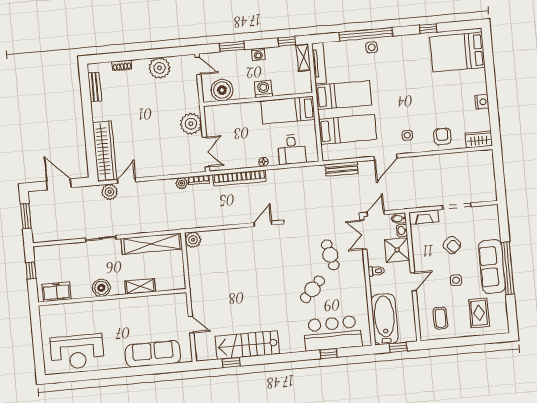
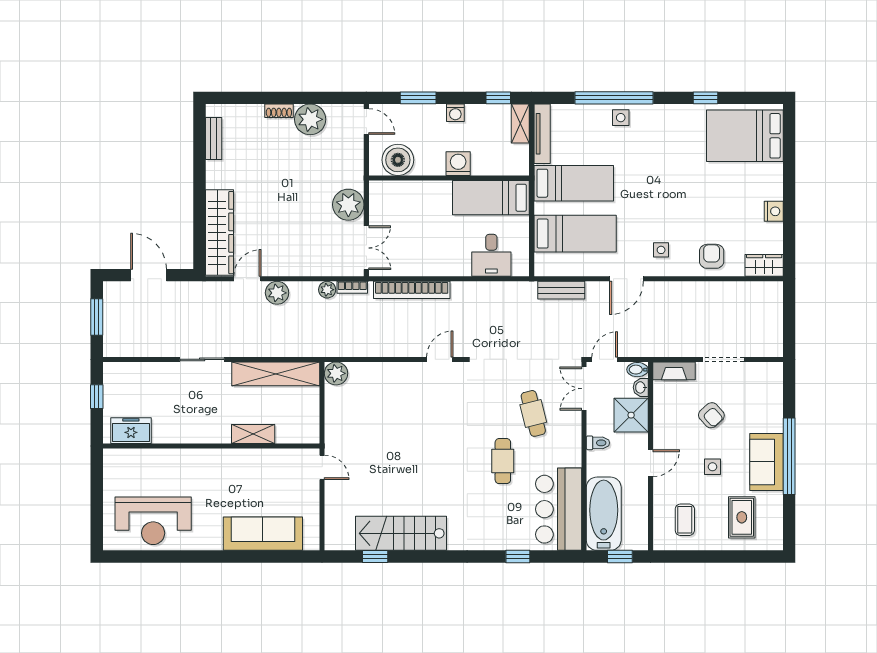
shoe rack: (122, 65) -> (279, 111), moved
floor lamp: (263, 162) -> (449, 270), removed
plant: (110, 192) -> (277, 293), moved
sofa: (492, 266) -> (766, 462), width x0.73
boiler: (101, 288) -> (197, 431), removed
cafe table: (312, 289) -> (503, 461), turned -44
door: (191, 325) -> (322, 467), moved
bar counter: (333, 333) -> (559, 509), moved, turned -90

